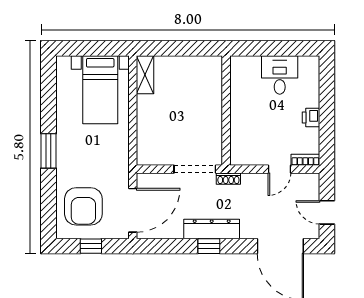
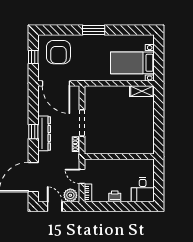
desk: (280, 75) -> (143, 190), moved, turned 90
wall: (226, 111) -> (119, 157), moved
plant: (309, 188) -> (70, 195), added
armchair: (83, 206) -> (58, 52), turned -90
door: (327, 212) -> (55, 206), hinge flipped

